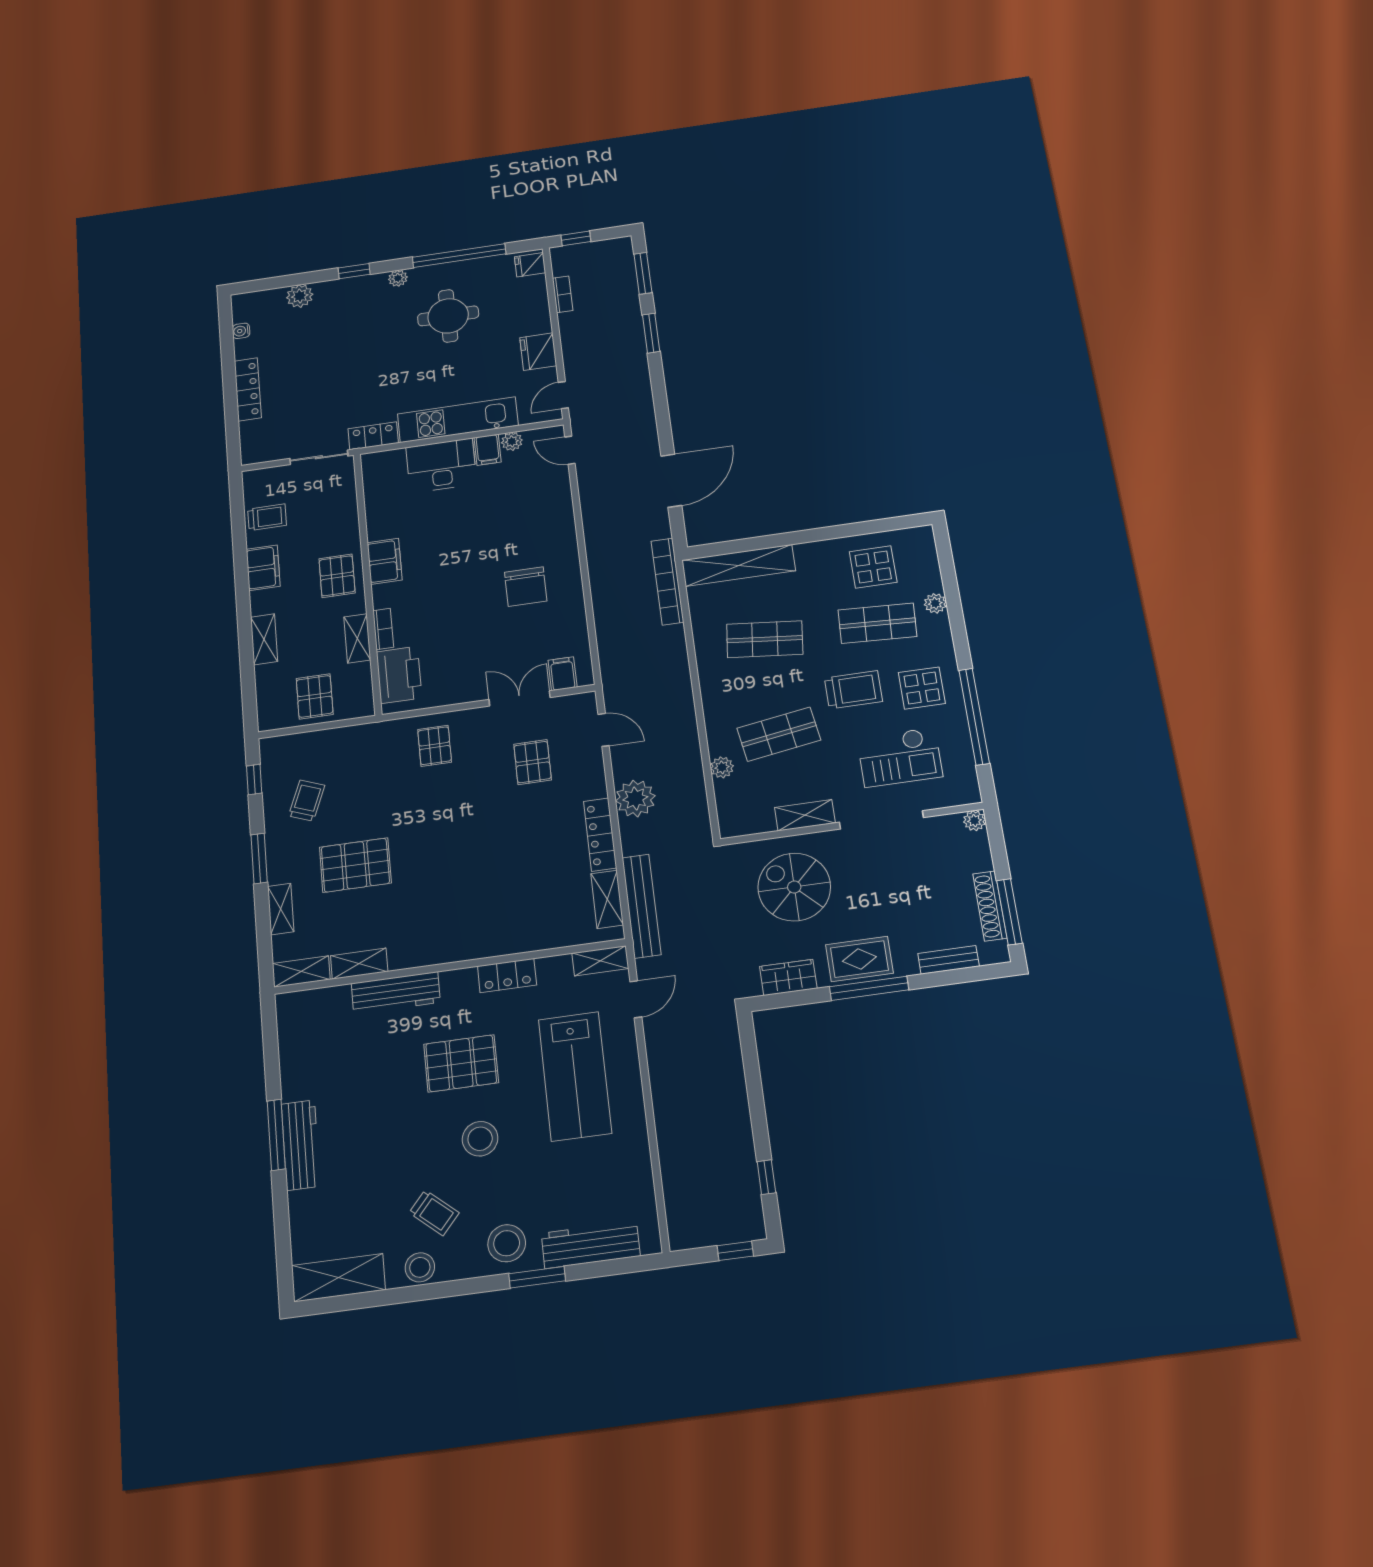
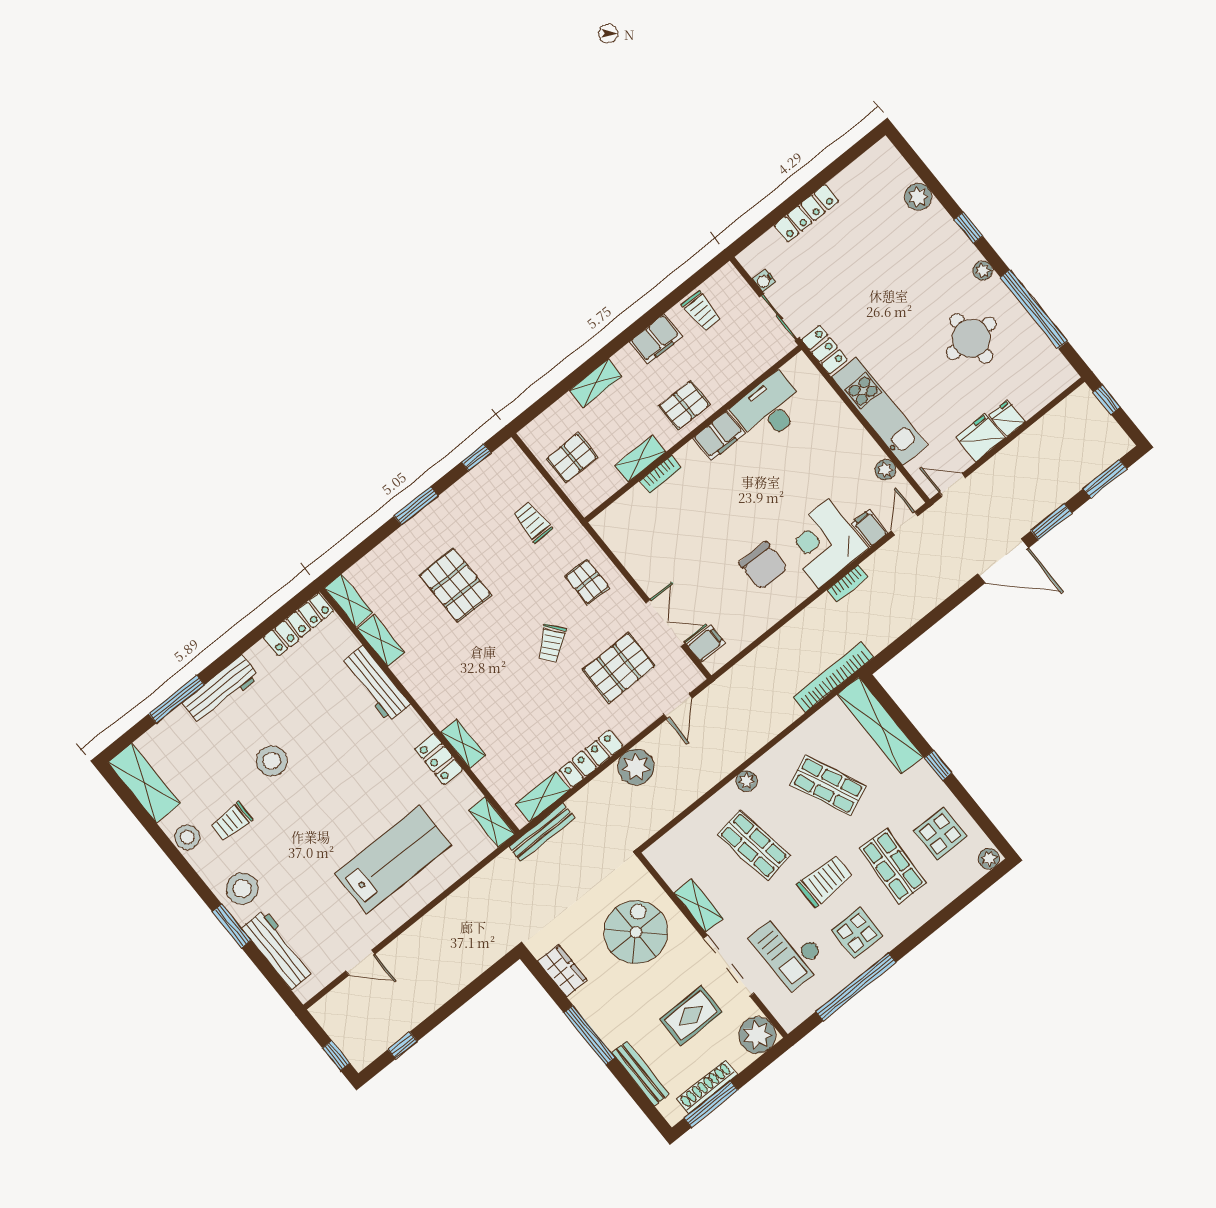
fridge: (530, 265) -> (1007, 419), moved
bookcase: (563, 294) -> (848, 583), moved
water cooler: (241, 331) -> (764, 281), moved, turned -90
filing cabinet: (488, 450) -> (870, 528), moved, turned 90
desk: (441, 465) -> (769, 408), moved, turned -90
door: (671, 481) -> (1003, 561), moved
corner desk: (541, 526) -> (823, 544), added
window: (808, 536) -> (938, 765), added
chair: (526, 587) -> (763, 566), turned -90
plant: (935, 603) -> (989, 859), moved
shop shelf: (765, 639) -> (828, 785), turned -30
printer: (399, 675) -> (629, 514), removed
trolley: (853, 690) -> (825, 881), turned -90
pallet: (435, 746) -> (587, 582), turned 90
pallet: (533, 762) -> (619, 668), width x1.50, depth x1.42
plant: (722, 767) -> (747, 781), moved
trolley: (307, 801) -> (533, 522), moved, turned -111
trolley: (469, 809) -> (552, 643), added
plant: (974, 821) -> (757, 1035), width x1.87, depth x1.87
bench: (642, 906) -> (542, 832), width x0.73, depth x0.82
shelving: (281, 909) -> (463, 744), moved, turned 90
rug: (859, 959) -> (691, 1016), moved, turned 90
bench: (948, 960) -> (640, 1074), width x1.36
door: (636, 999) -> (360, 963), moved
locker: (291, 1032) -> (298, 624), added
pallet: (461, 1063) -> (352, 769), removed
lab bench: (575, 1076) -> (393, 859), turned 180
window: (276, 1135) -> (177, 699), moved
stool: (480, 1139) -> (272, 761), moved
trolley: (434, 1213) -> (232, 821), turned 49

